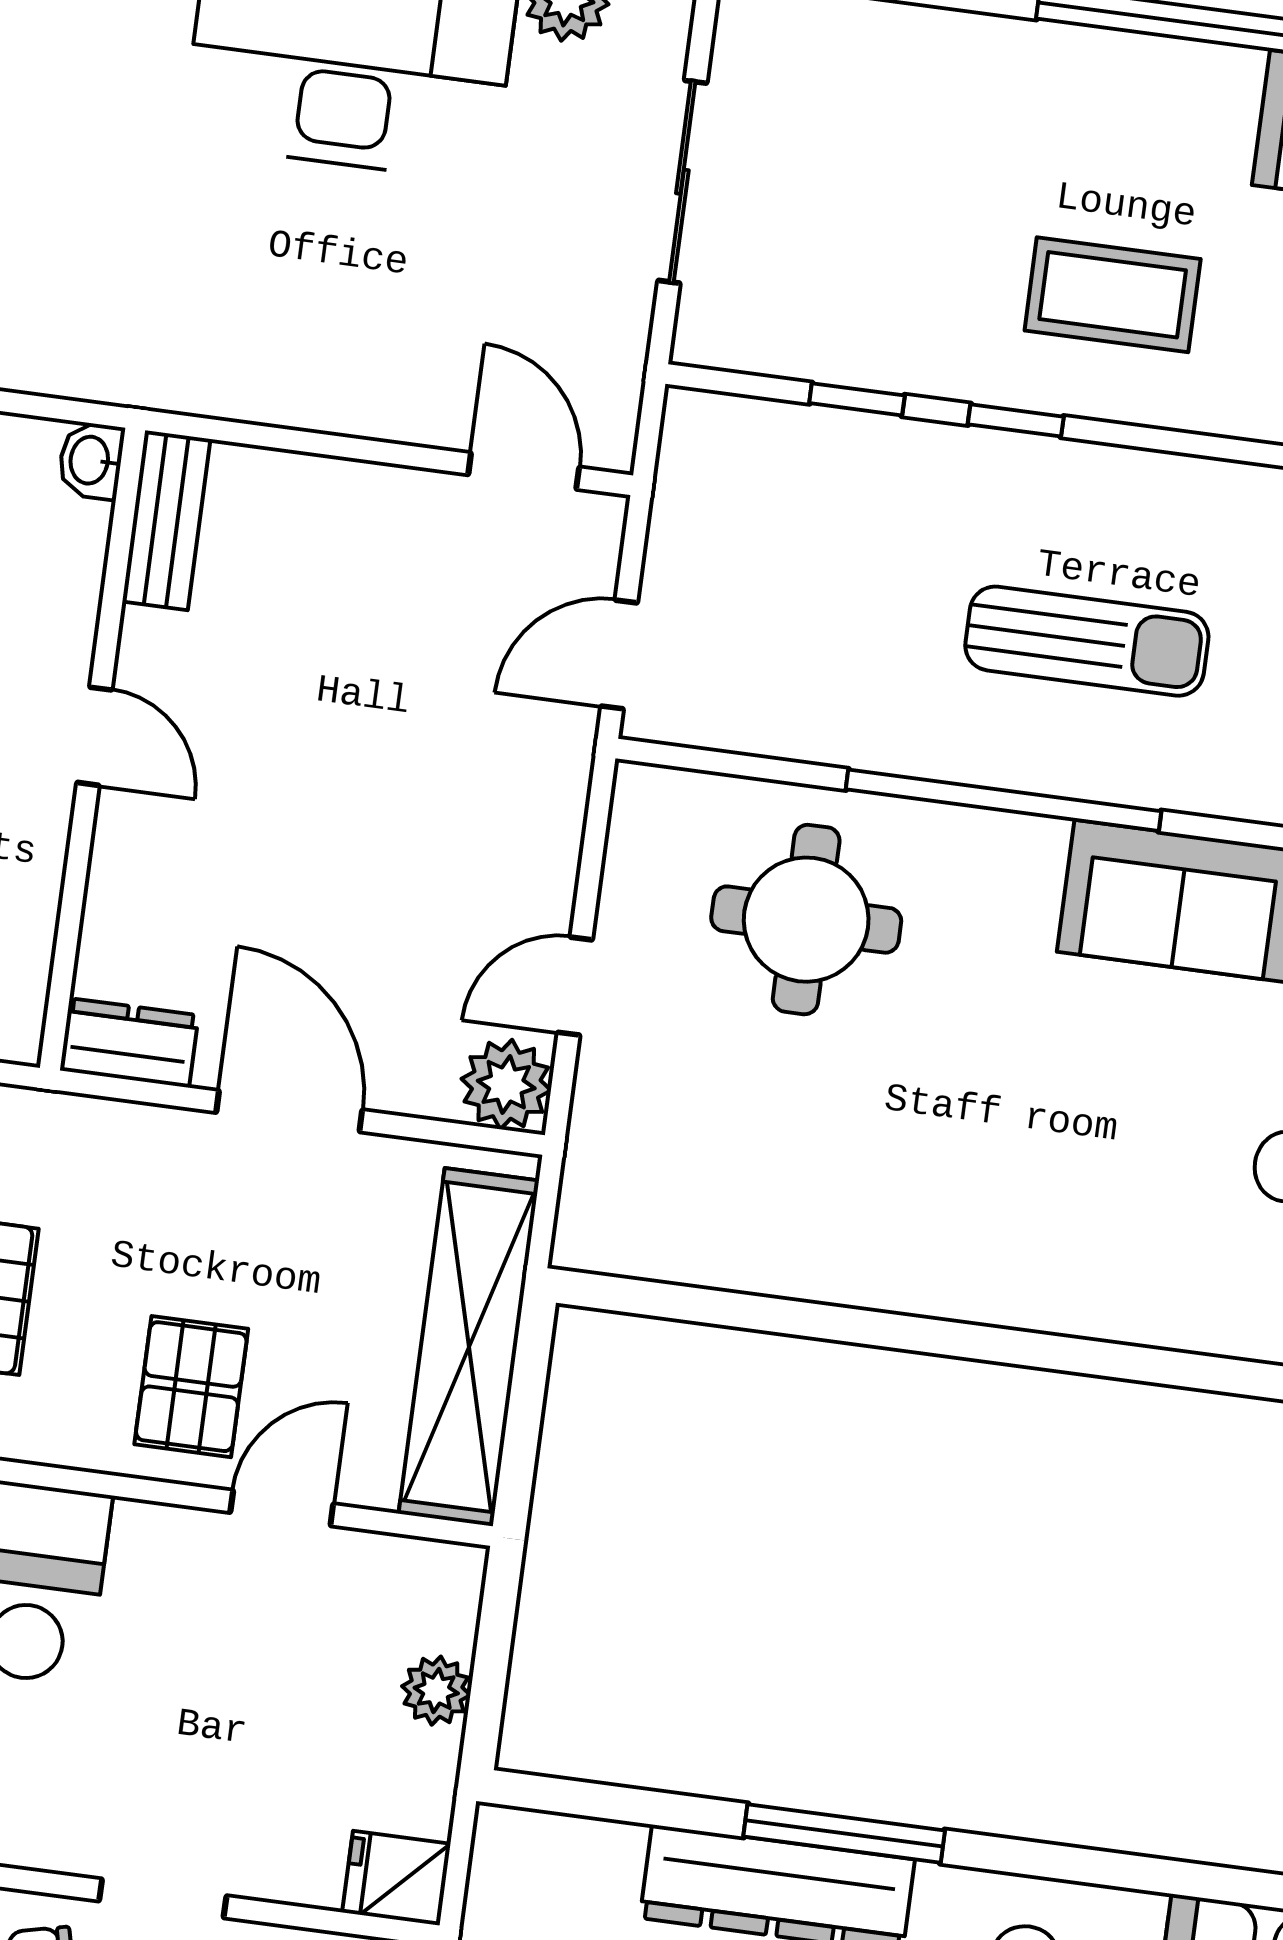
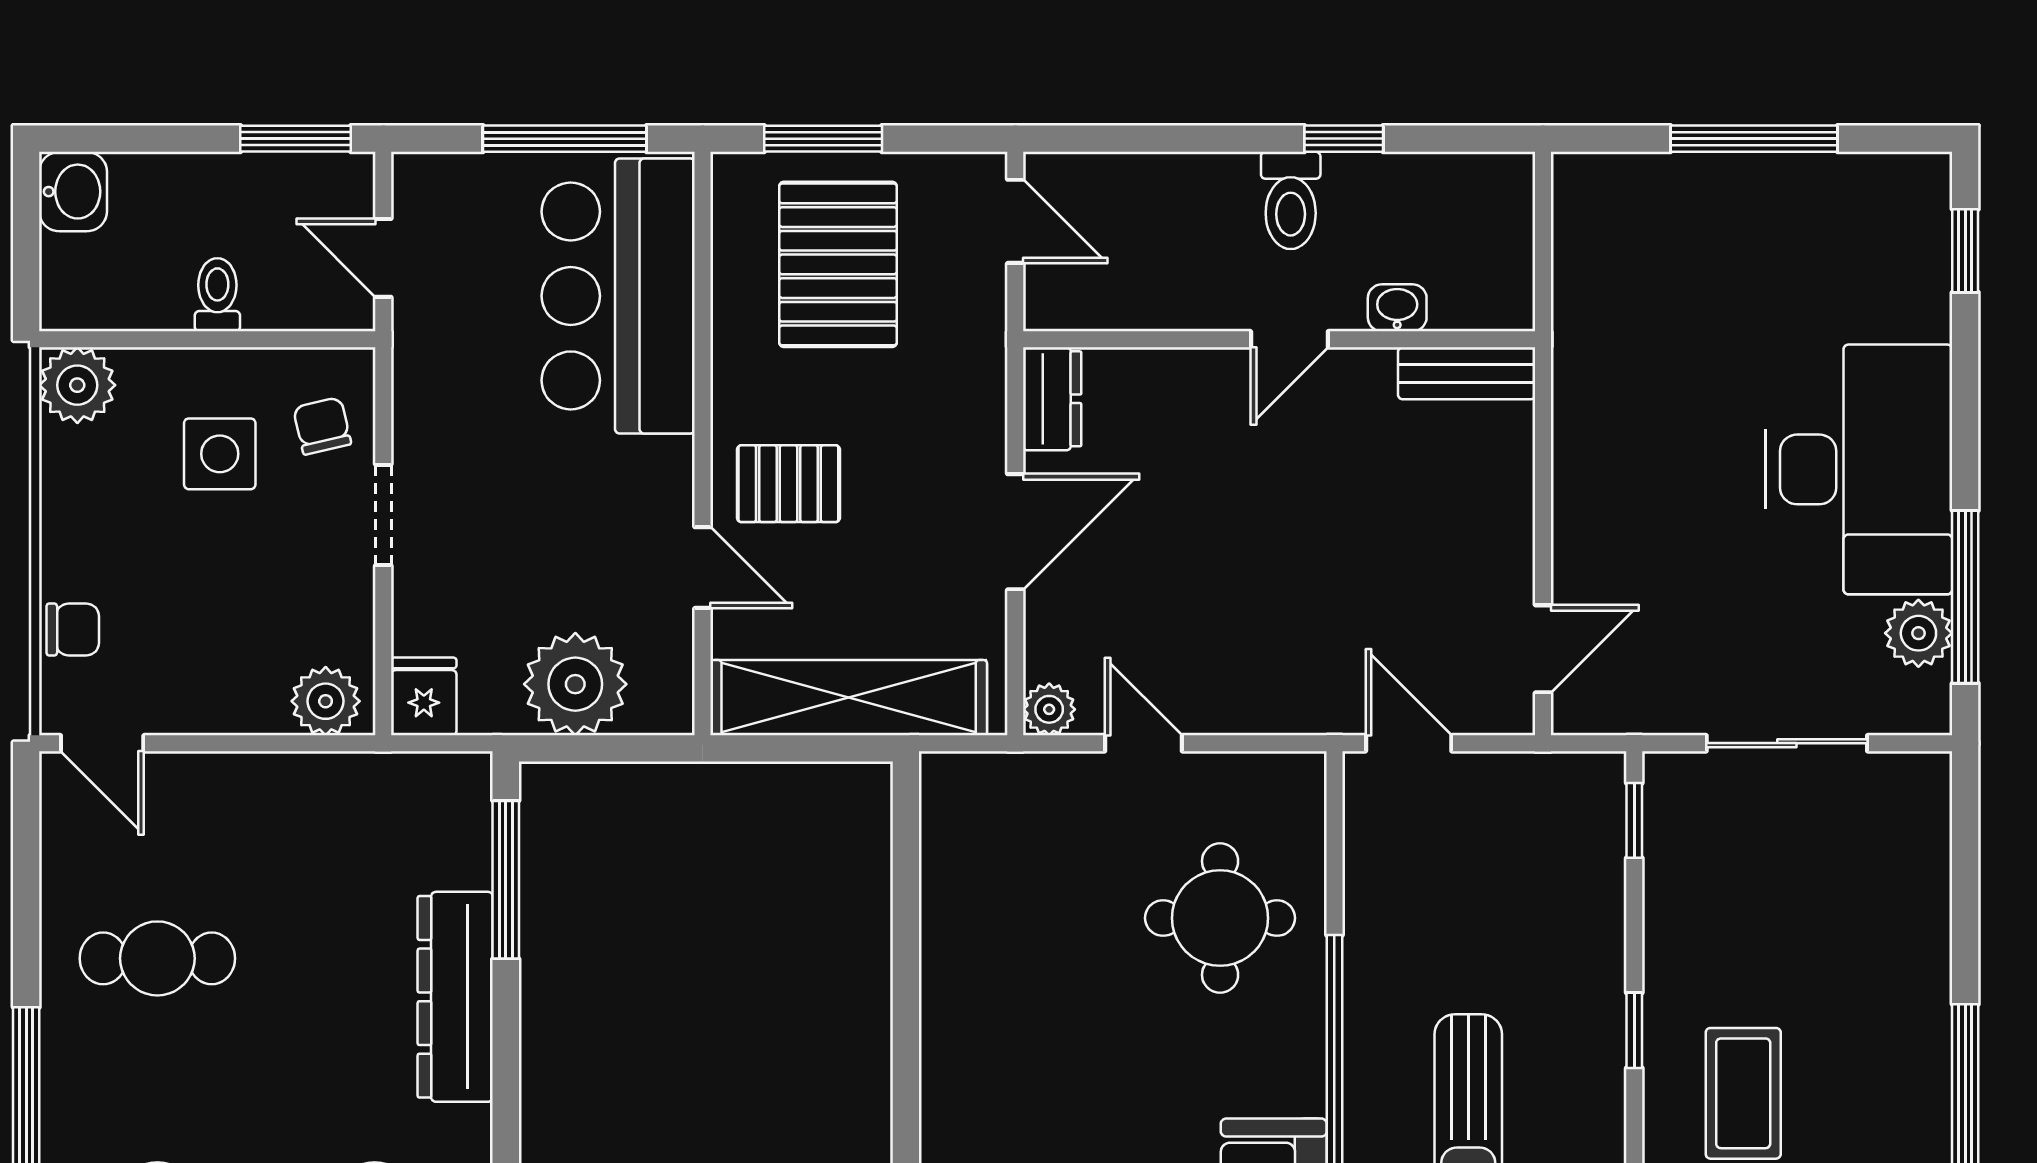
window: (857, 399) -> (1634, 820), moved
washbasin: (91, 460) -> (1397, 308), moved
plant: (506, 1085) -> (1049, 709), width x0.73, depth x0.73
plant: (436, 1691) -> (575, 684), width x1.87, depth x1.87
window: (844, 1833) -> (506, 880), moved

